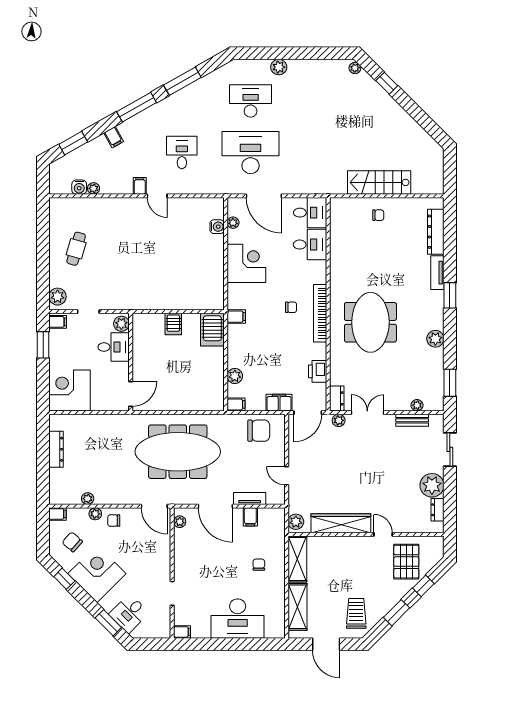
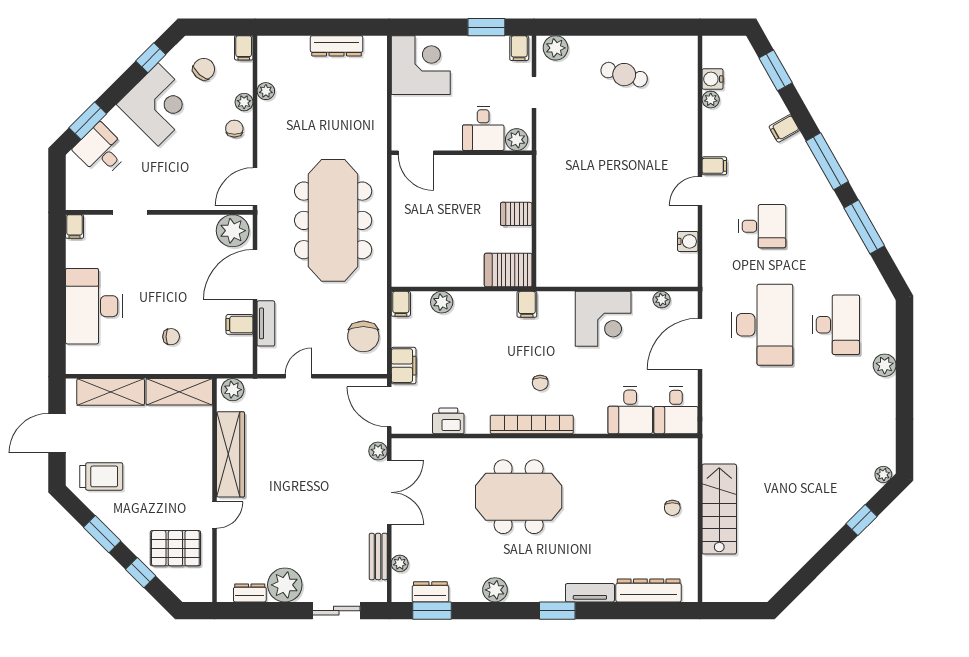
water cooler: (217, 227) -> (688, 241), moved, turned -90
dresser: (337, 398) -> (430, 592), moved, turned 180
double door: (367, 413) -> (389, 492), width x1.37
plant: (180, 522) -> (233, 231), width x1.87, depth x1.87

